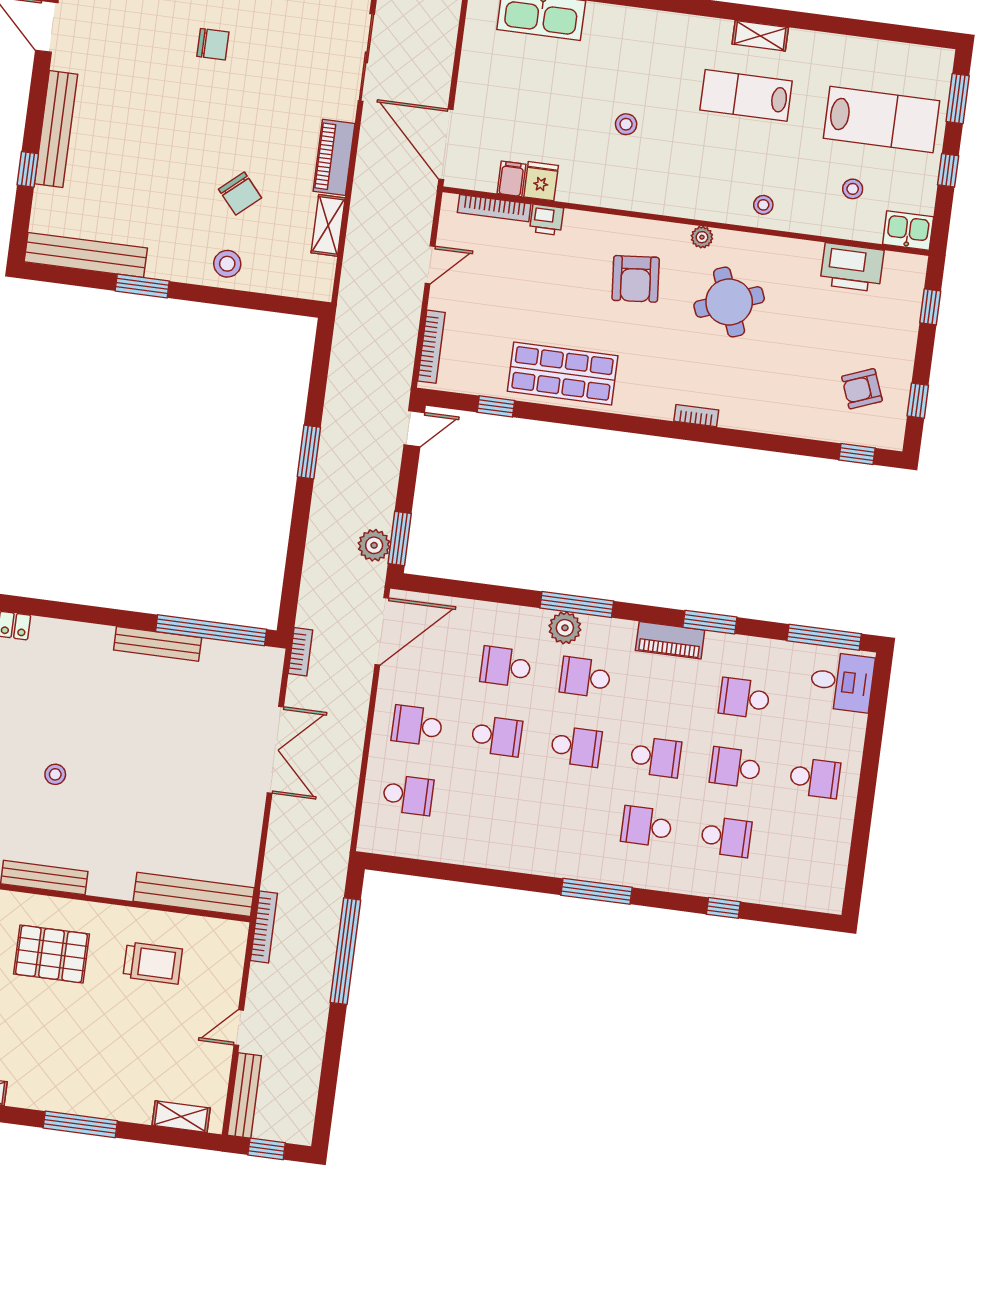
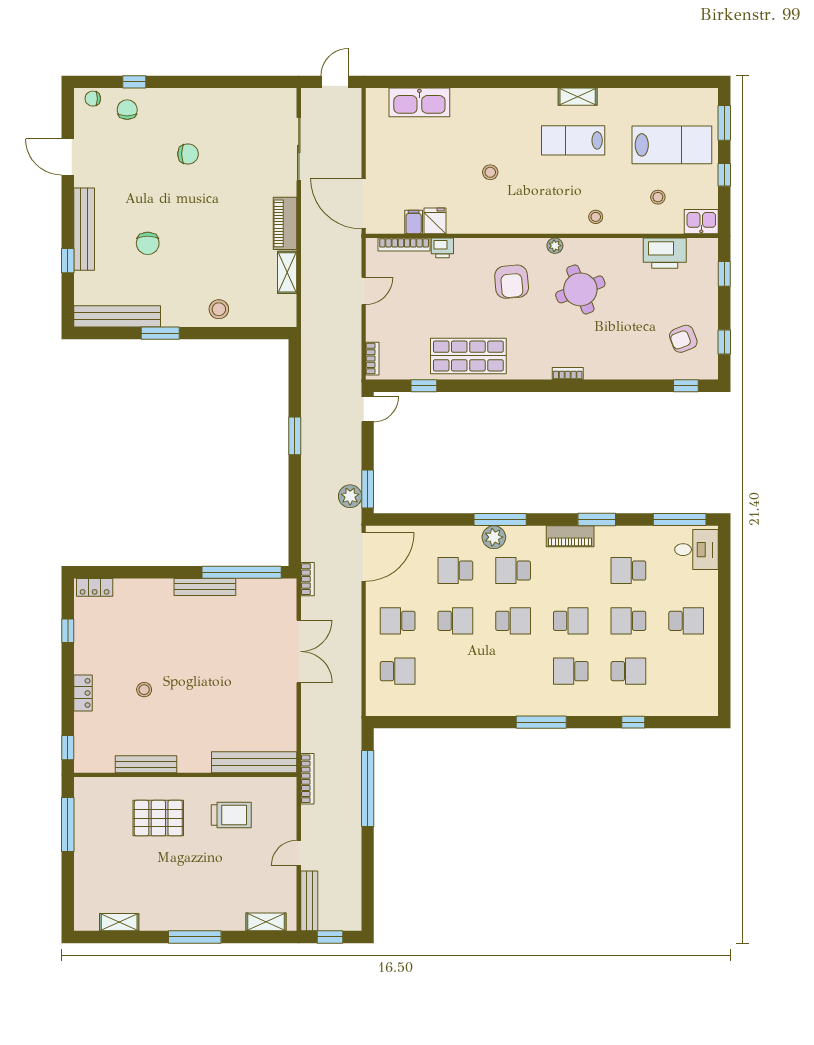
chair: (240, 194) -> (148, 243), moved, turned 41
bookcase: (431, 347) -> (372, 359), width x0.64

